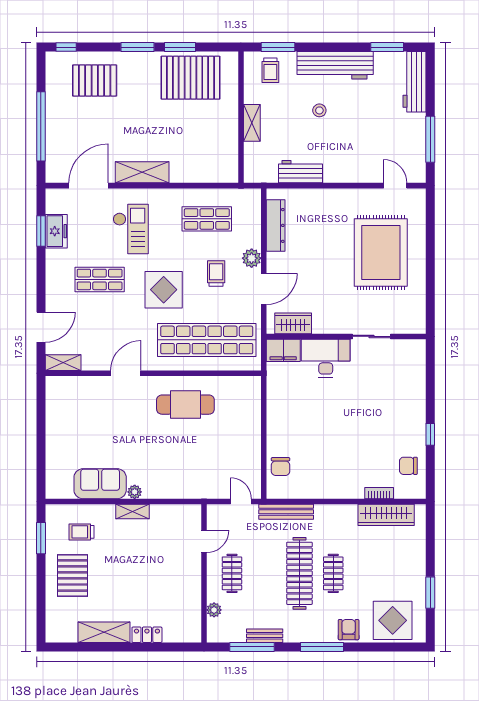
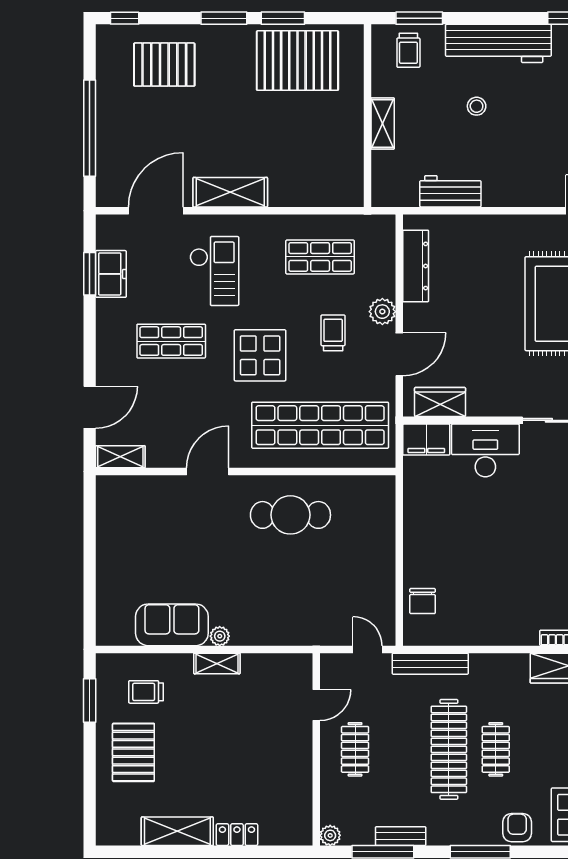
plant: (214, 610) -> (330, 835), moved

